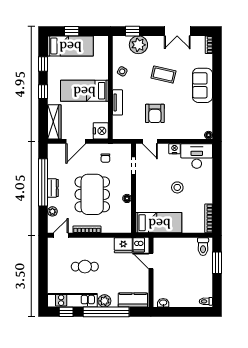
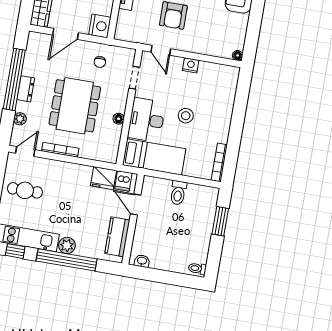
desk: (197, 156) -> (147, 120), moved, turned -90
toilet: (203, 247) -> (178, 193), moved
cafe table: (85, 267) -> (25, 190), moved
kitchen counter: (133, 300) -> (117, 237), moved, turned -90

